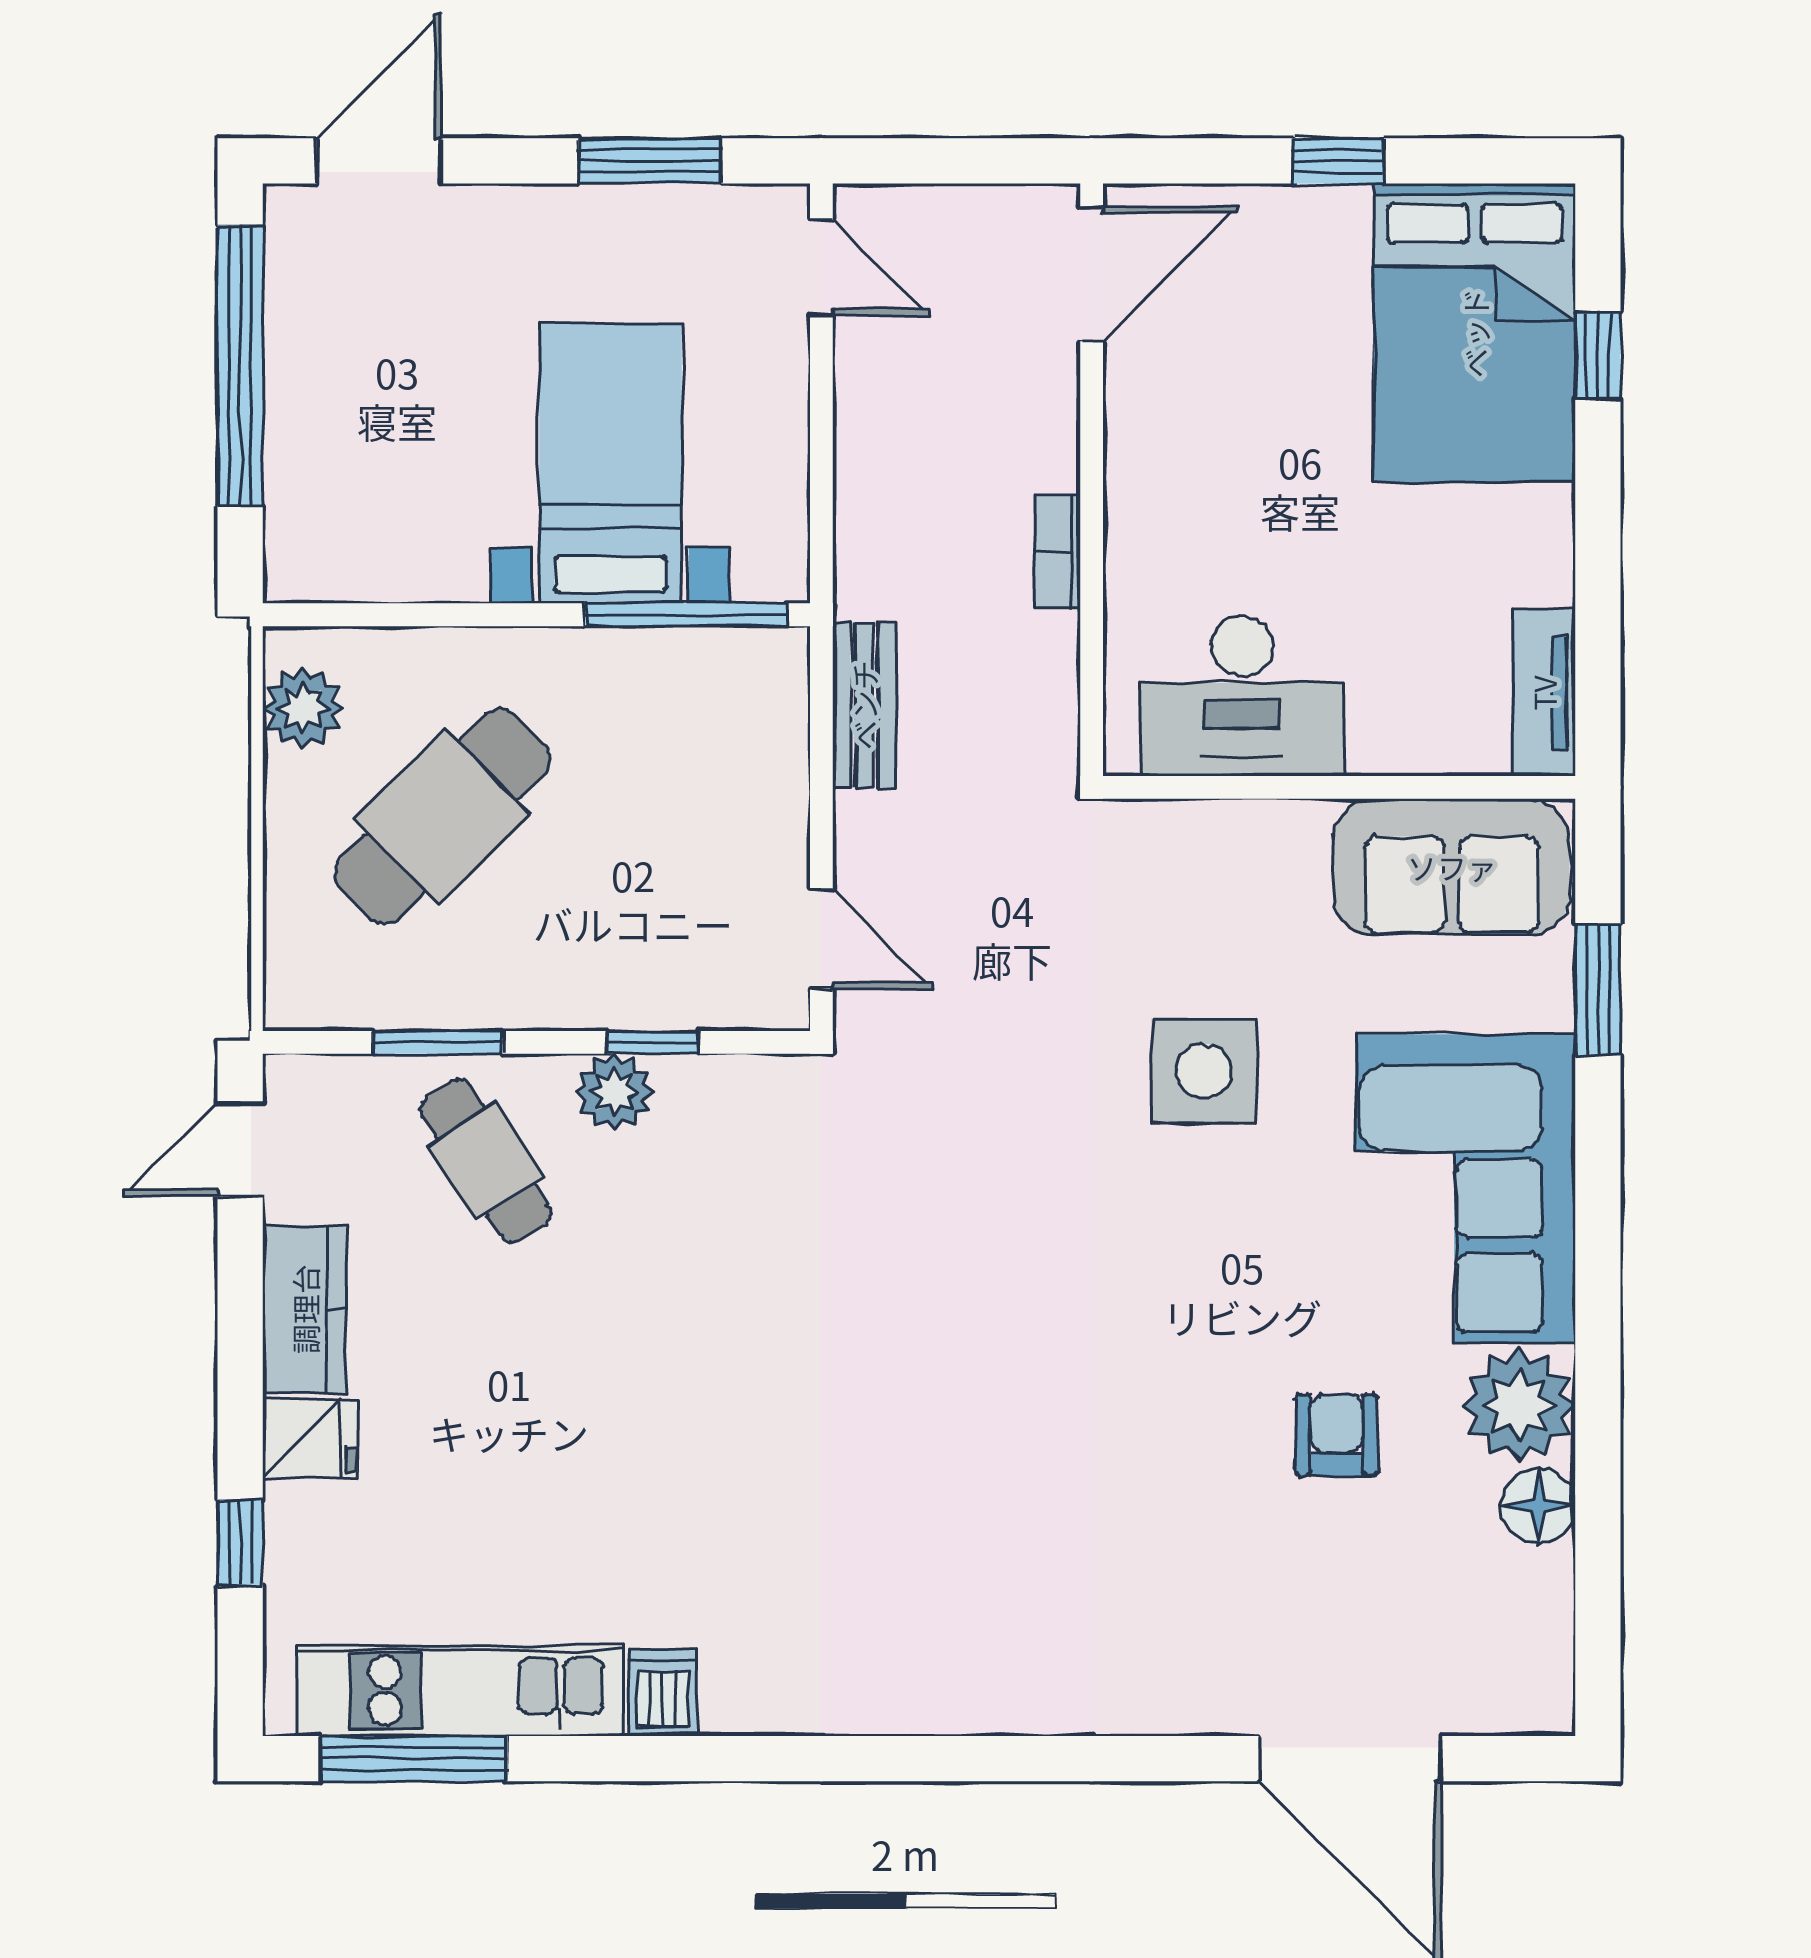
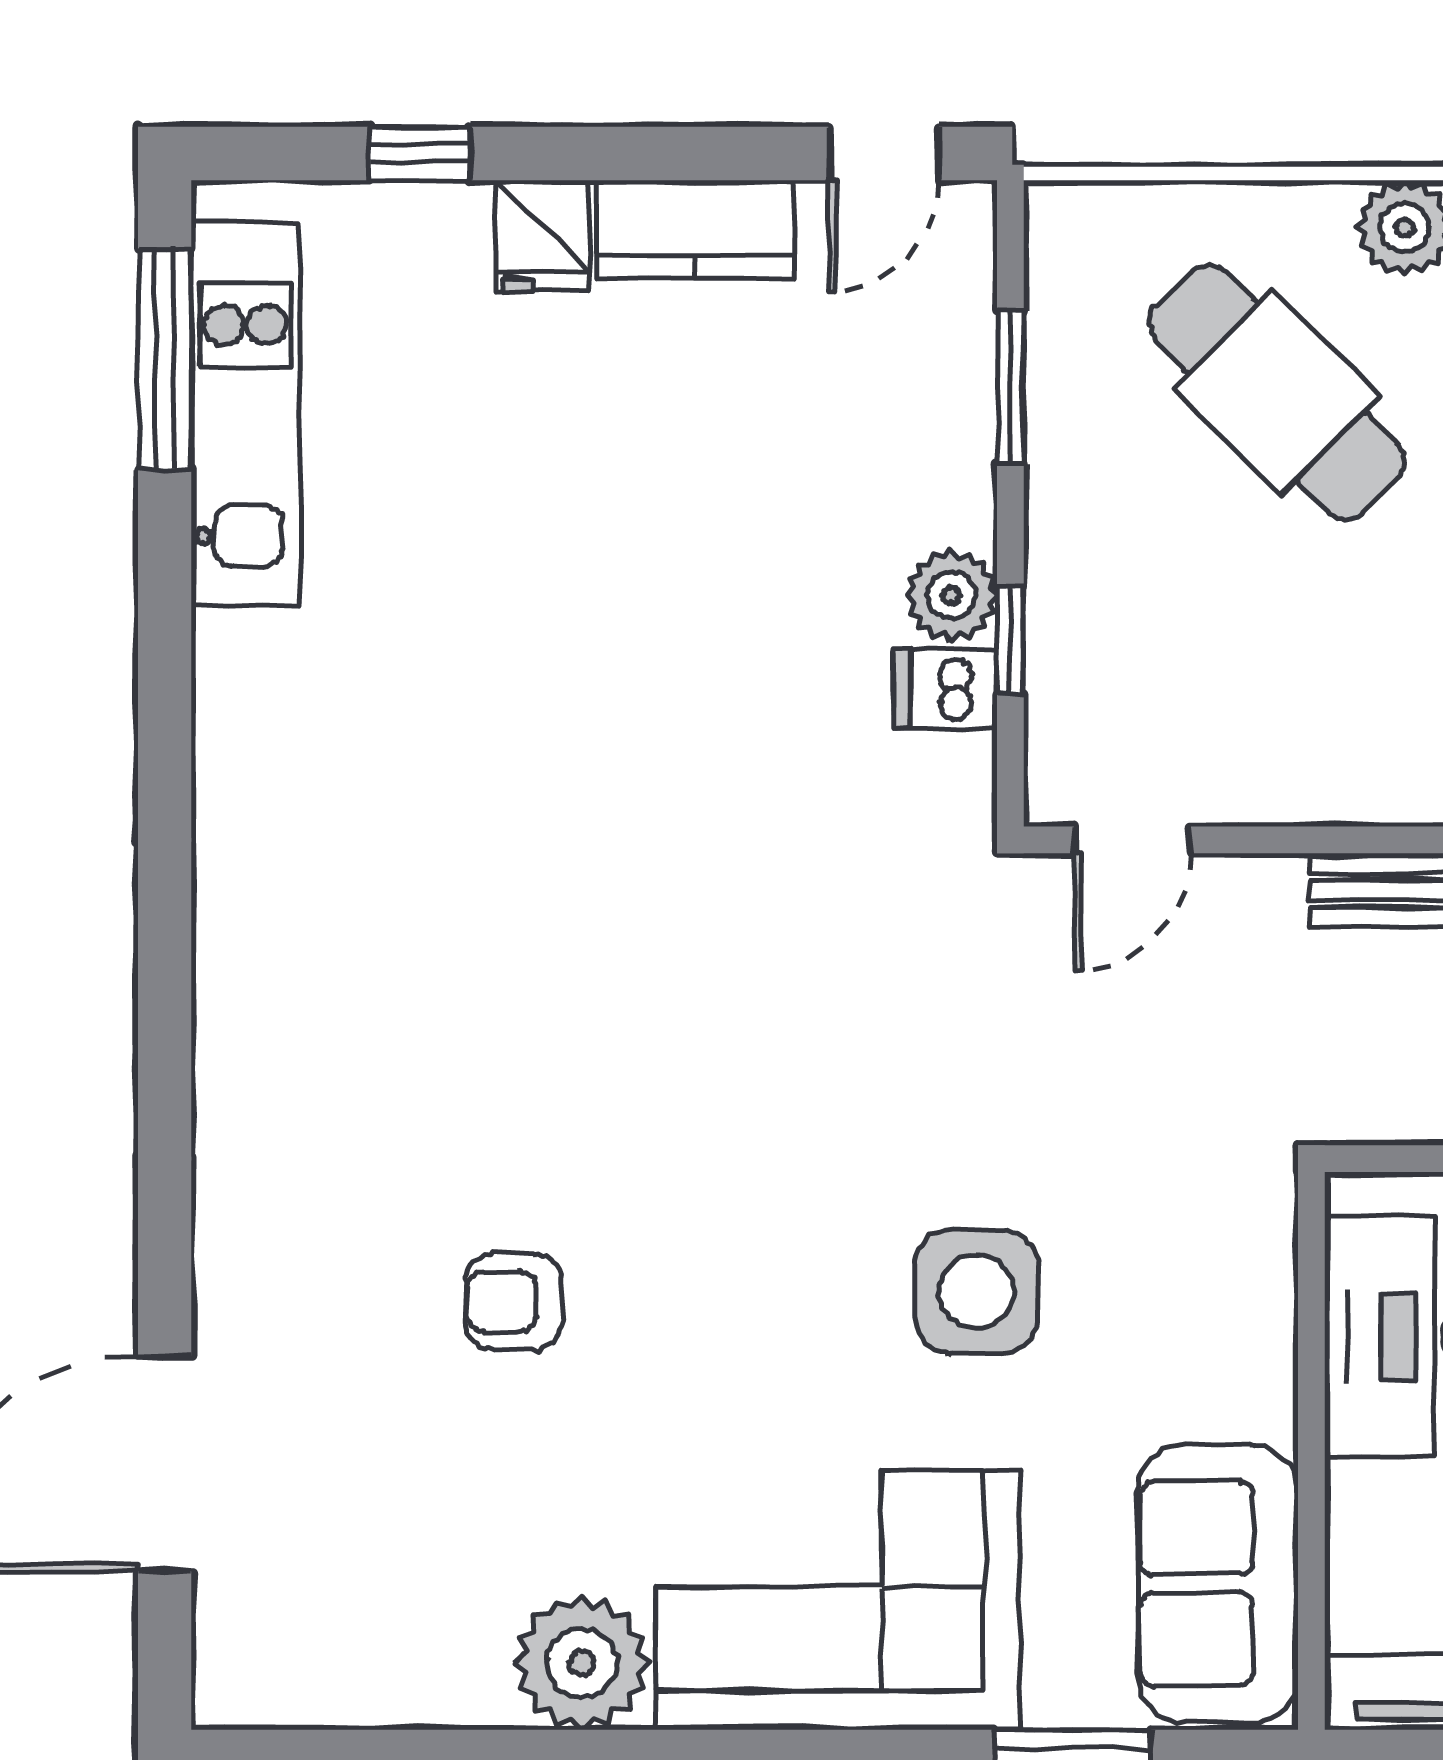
door: (240, 1150) -> (884, 153), swing flipped
cafe table: (486, 1161) -> (871, 443), removed
armchair: (1337, 1435) -> (513, 1302), moved, turned 180
floor lamp: (1538, 1506) -> (463, 1686), removed
dishwasher: (663, 1692) -> (945, 688), moved, turned 180

